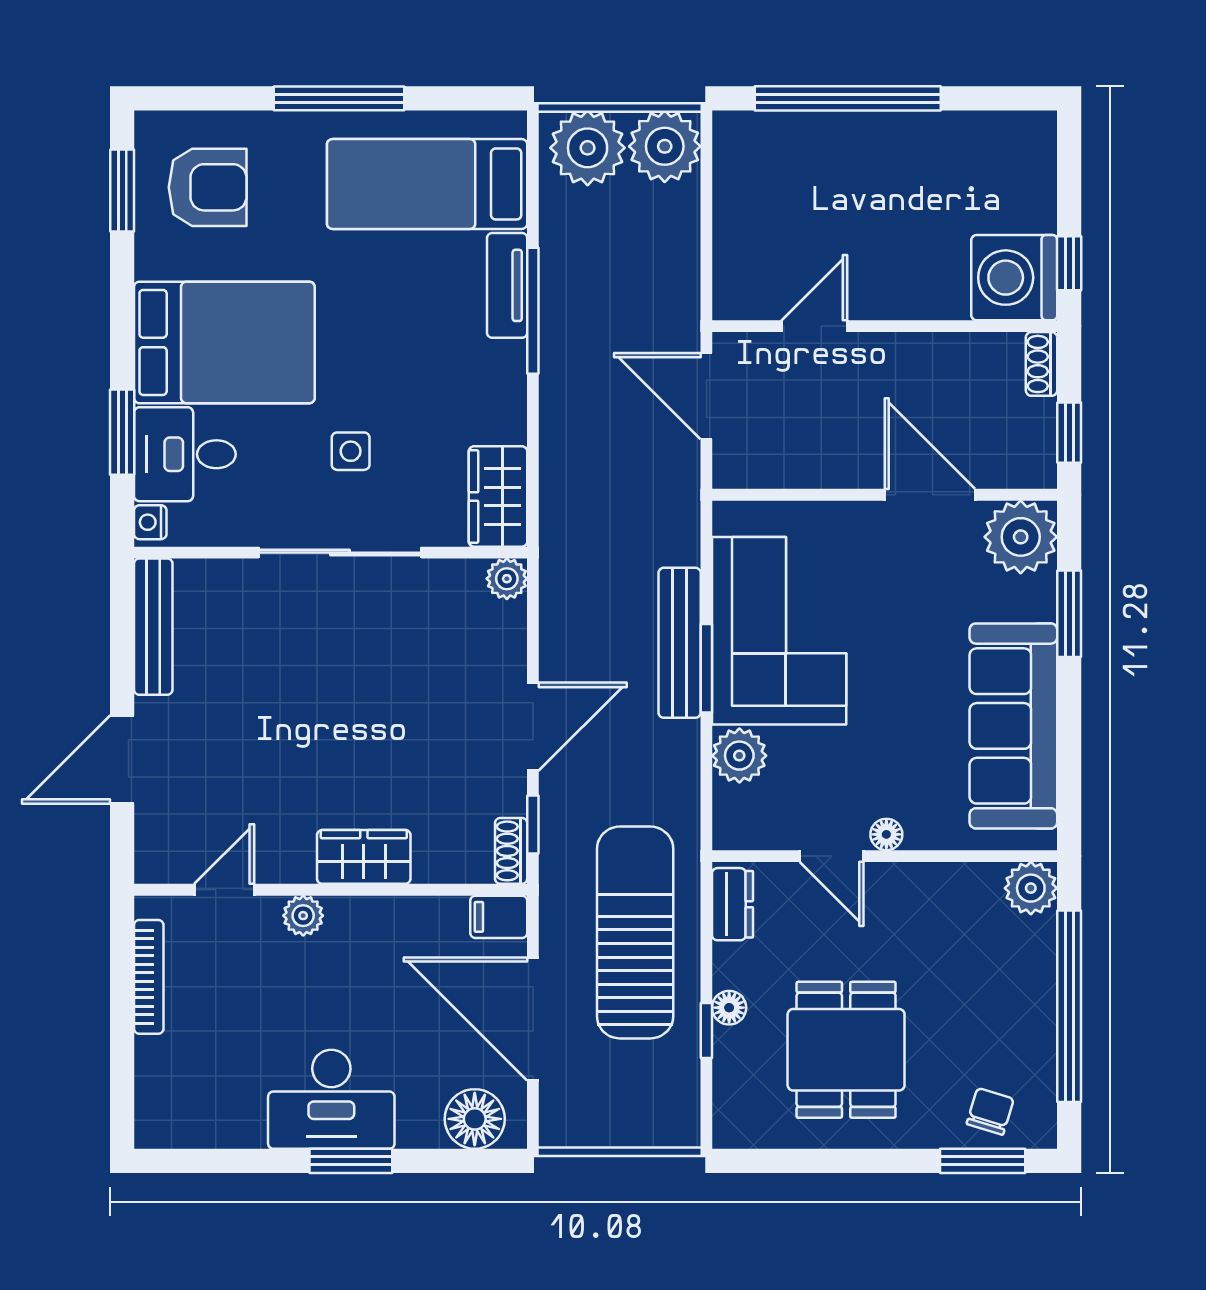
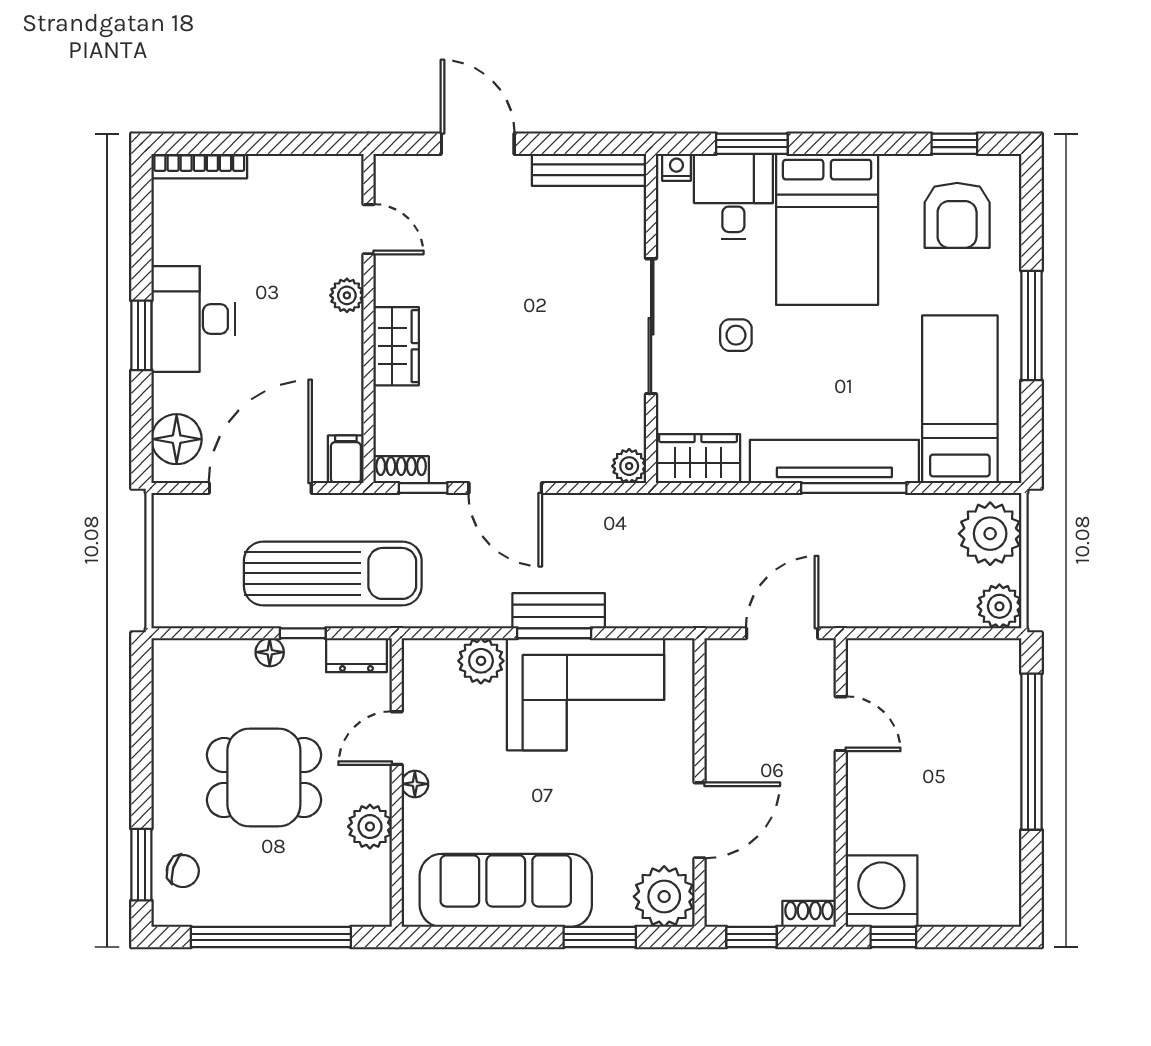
plant: (665, 146) -> (999, 606), width x0.73, depth x0.73
window: (122, 191) -> (954, 144), width x0.67
tv unit: (507, 285) -> (834, 461), width x1.92, depth x1.29
bench: (680, 643) -> (559, 611), width x0.73
plant: (1031, 888) -> (370, 827), moved
bookcase: (149, 977) -> (199, 166), moved
window: (706, 1030) -> (303, 633), moved
dining table: (846, 1050) -> (264, 778), moved

